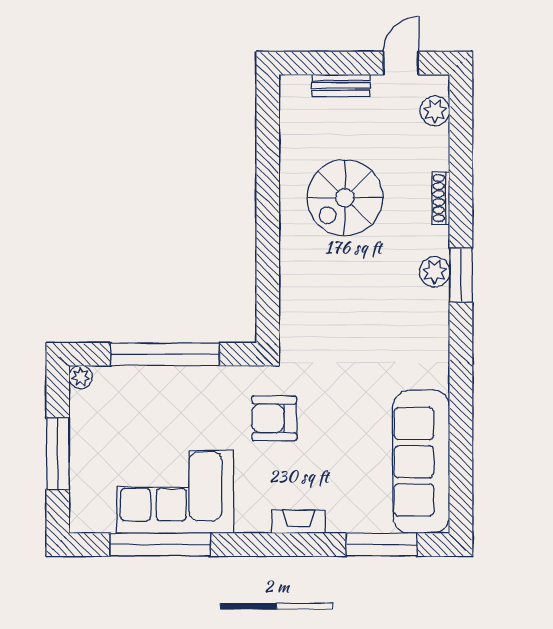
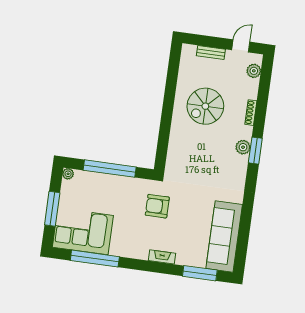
corner sofa: (175, 492) -> (83, 231), moved

